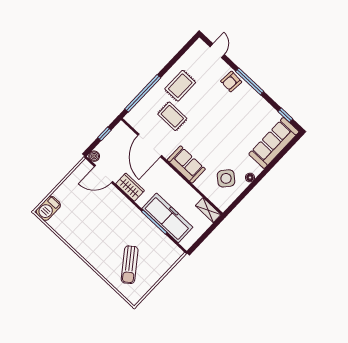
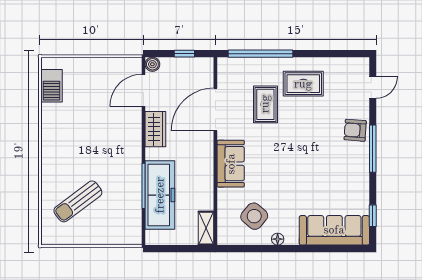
door: (103, 174) -> (143, 90), hinge flipped
barbecue: (48, 208) -> (52, 86), moved, turned -90

